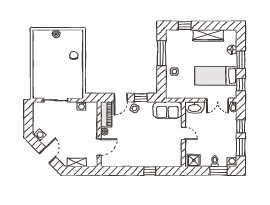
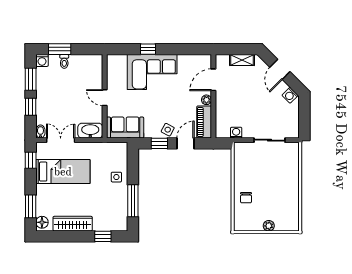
floor lamp: (232, 50) -> (42, 222), moved
window: (241, 60) -> (31, 206), moved
corner sofa: (147, 153) -> (152, 72), added
shower: (194, 160) -> (91, 62), removed

